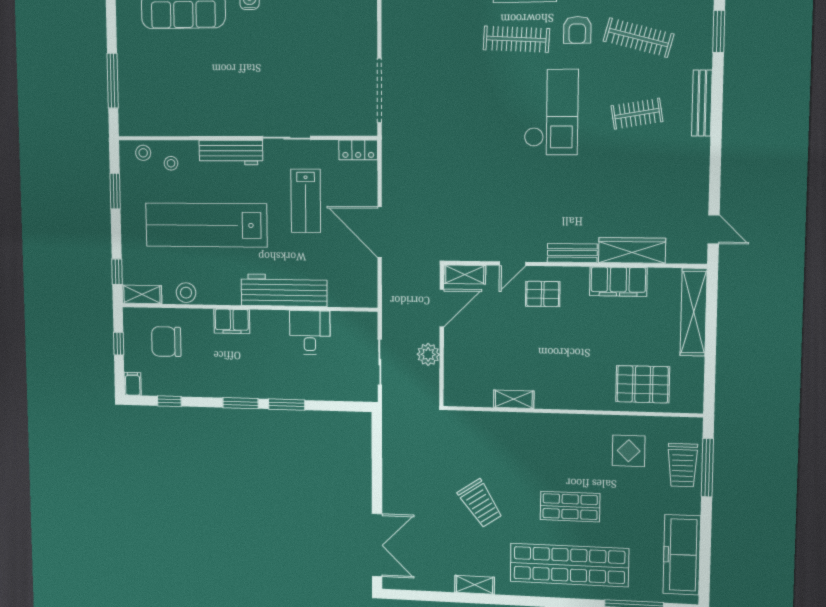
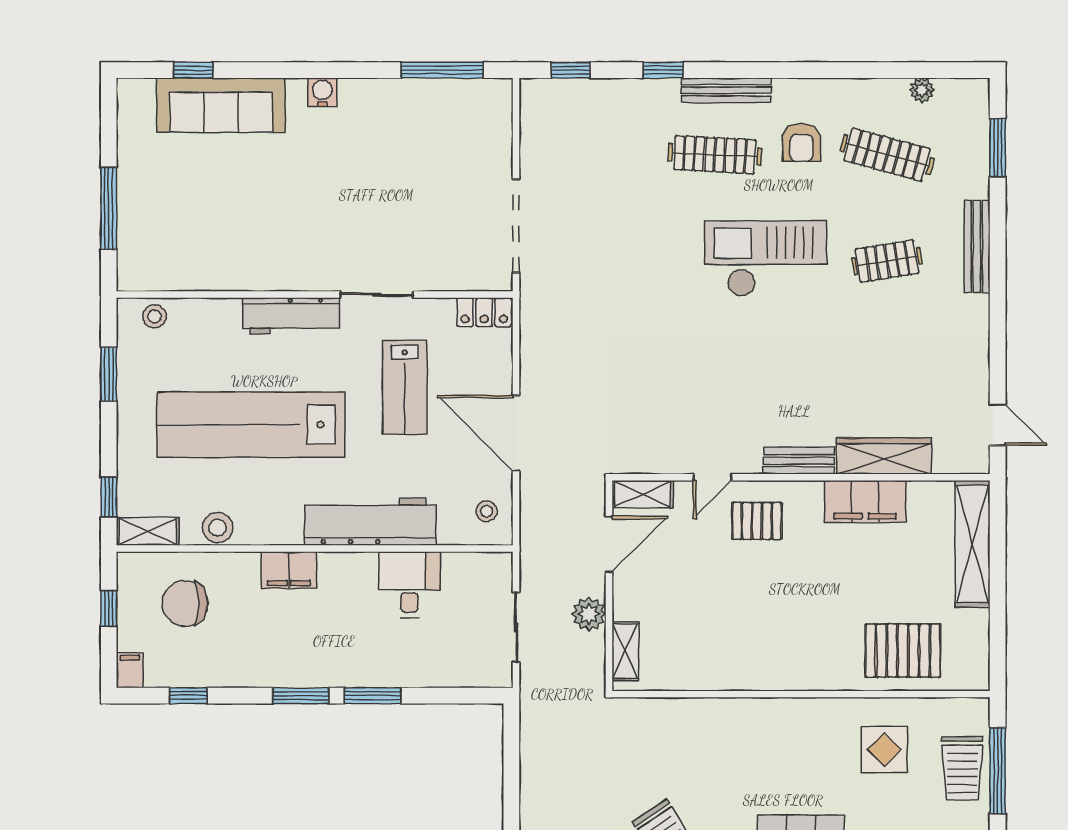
checkout: (551, 112) -> (766, 258), turned -90
stool: (171, 163) -> (486, 511), moved
shelving: (514, 399) -> (625, 651), moved, turned 90

